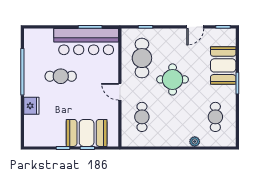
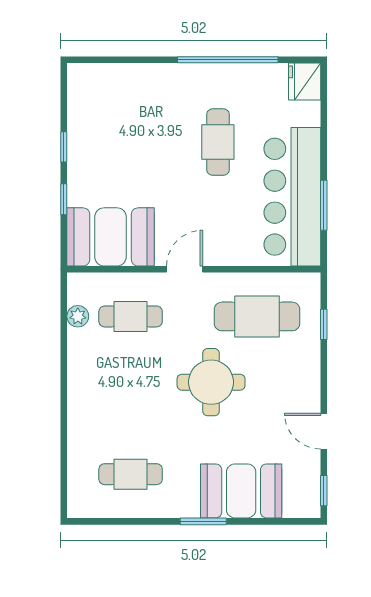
fridge: (31, 106) -> (305, 81), moved, turned 90
booth: (87, 133) -> (111, 237), moved, turned 90
plant: (195, 141) -> (78, 316), moved

